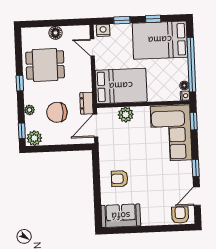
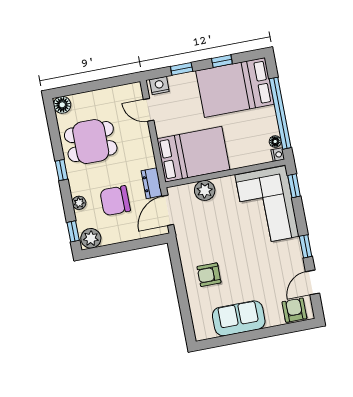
floor lamp: (55, 33) -> (62, 105), moved
sofa: (121, 216) -> (239, 318), moved

